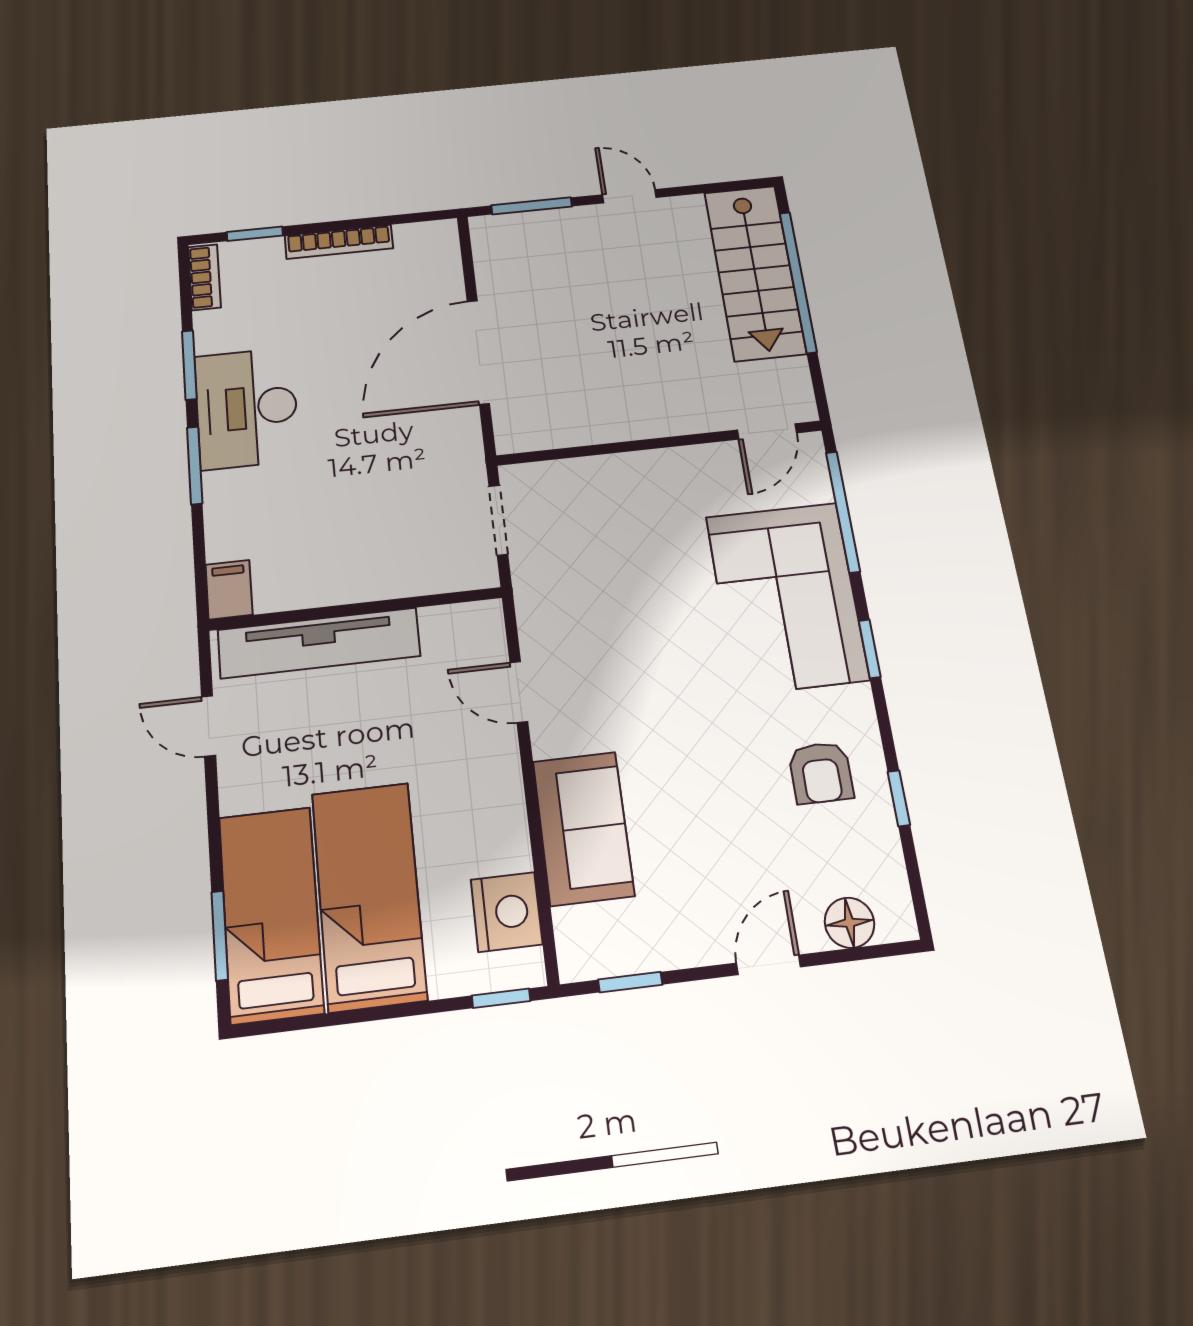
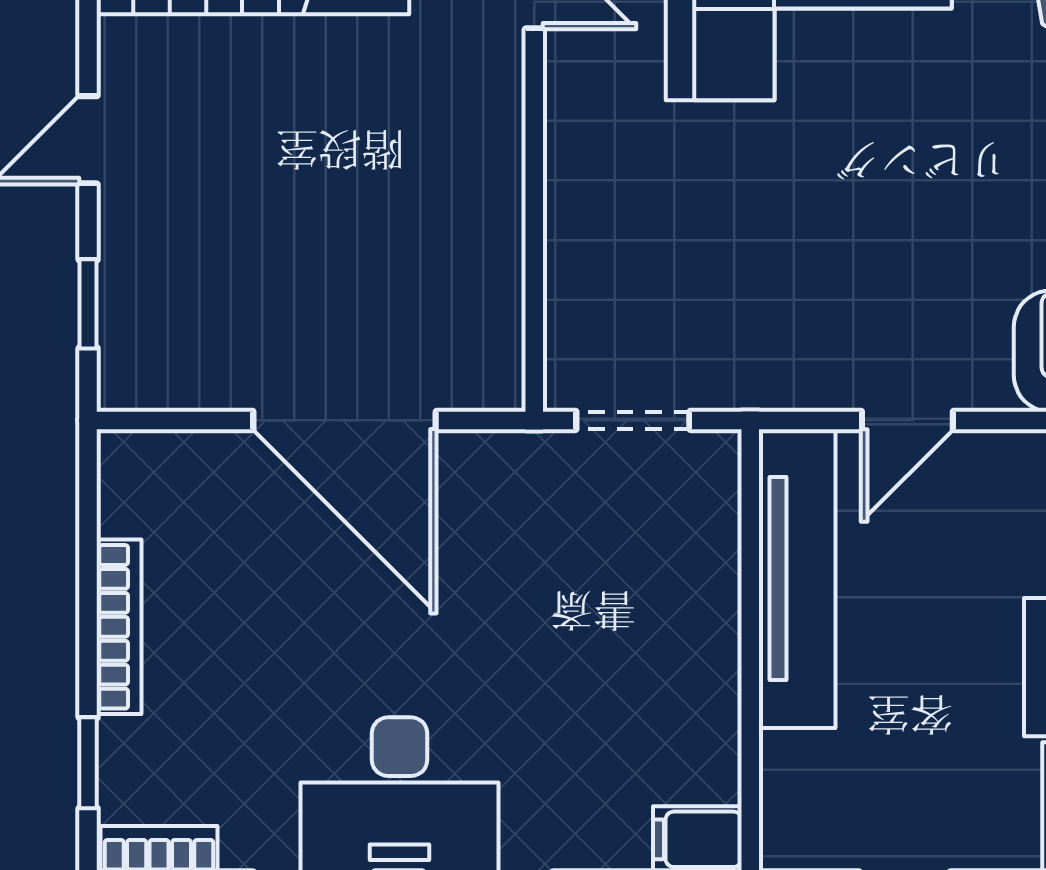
window: (532, 206) -> (88, 304), width x0.67
tv unit: (319, 643) -> (797, 579), moved

